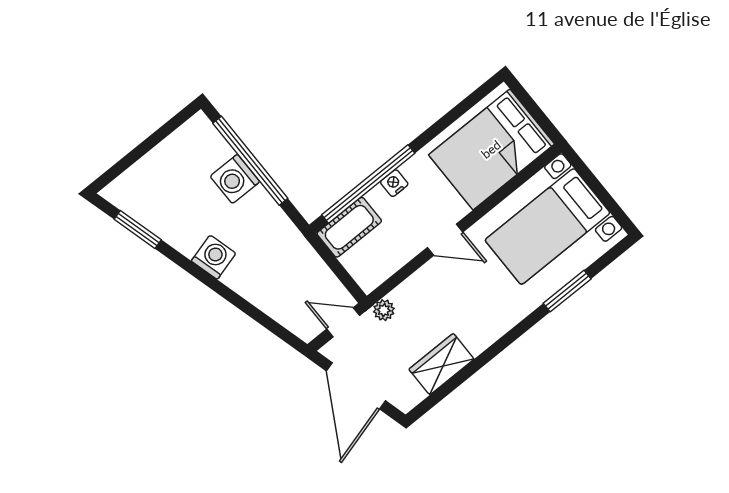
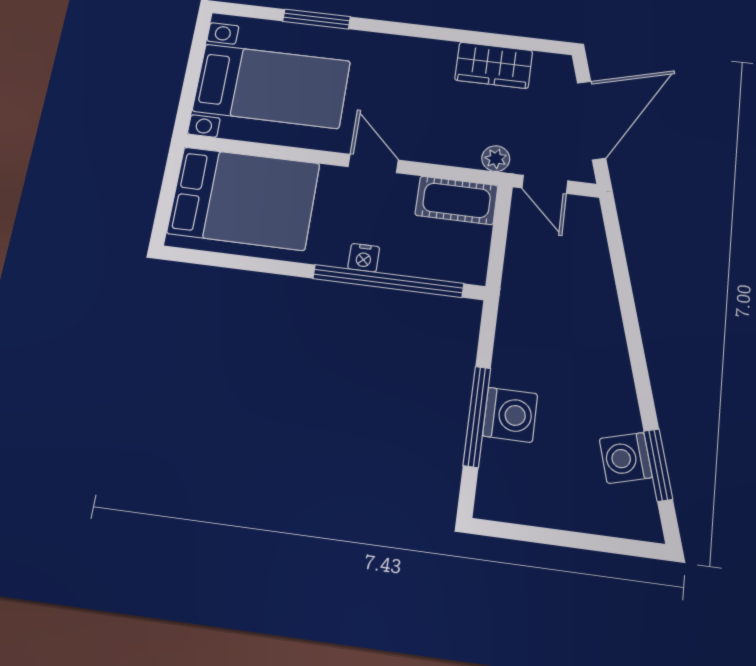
window: (250, 161) -> (477, 417), width x0.68
cot: (349, 227) -> (457, 200), moved
washing machine: (214, 257) -> (626, 458), moved

